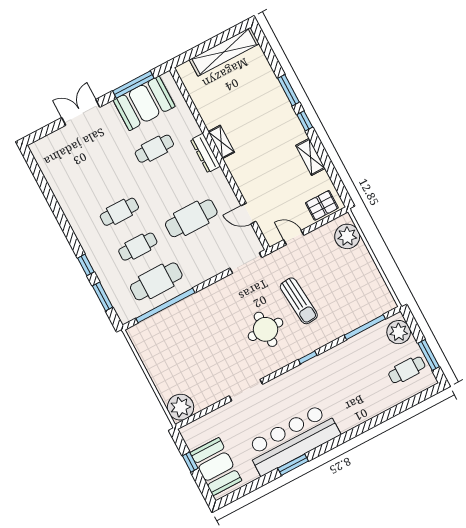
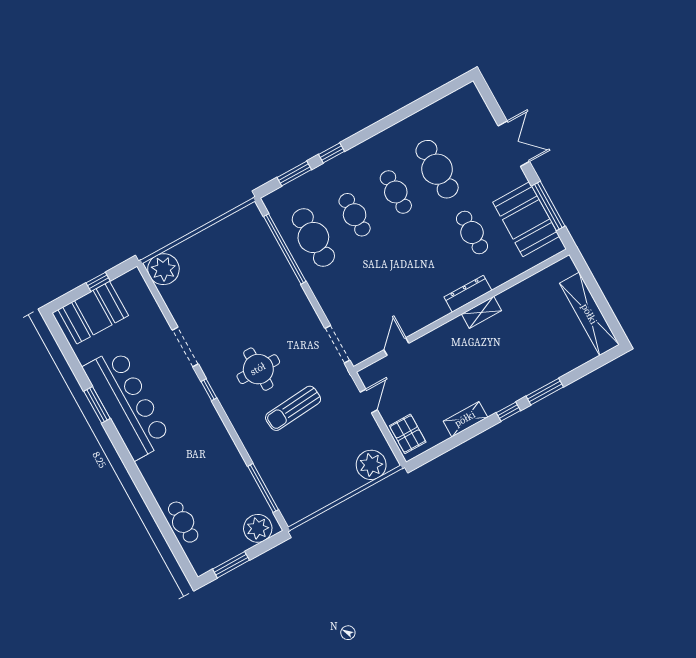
cafe table: (191, 218) -> (437, 169), moved
window: (308, 357) -> (209, 390), moved
cafe table: (407, 370) -> (183, 522), moved

